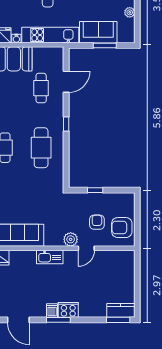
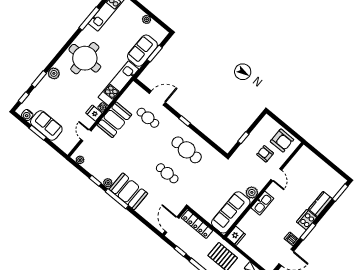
door: (66, 82) -> (157, 98), hinge flipped
armchair: (122, 228) -> (282, 141), turned -90
plant: (71, 239) -> (252, 192), moved
kitchen counter: (121, 310) -> (320, 204), moved
dishwasher: (52, 311) -> (291, 239), moved

